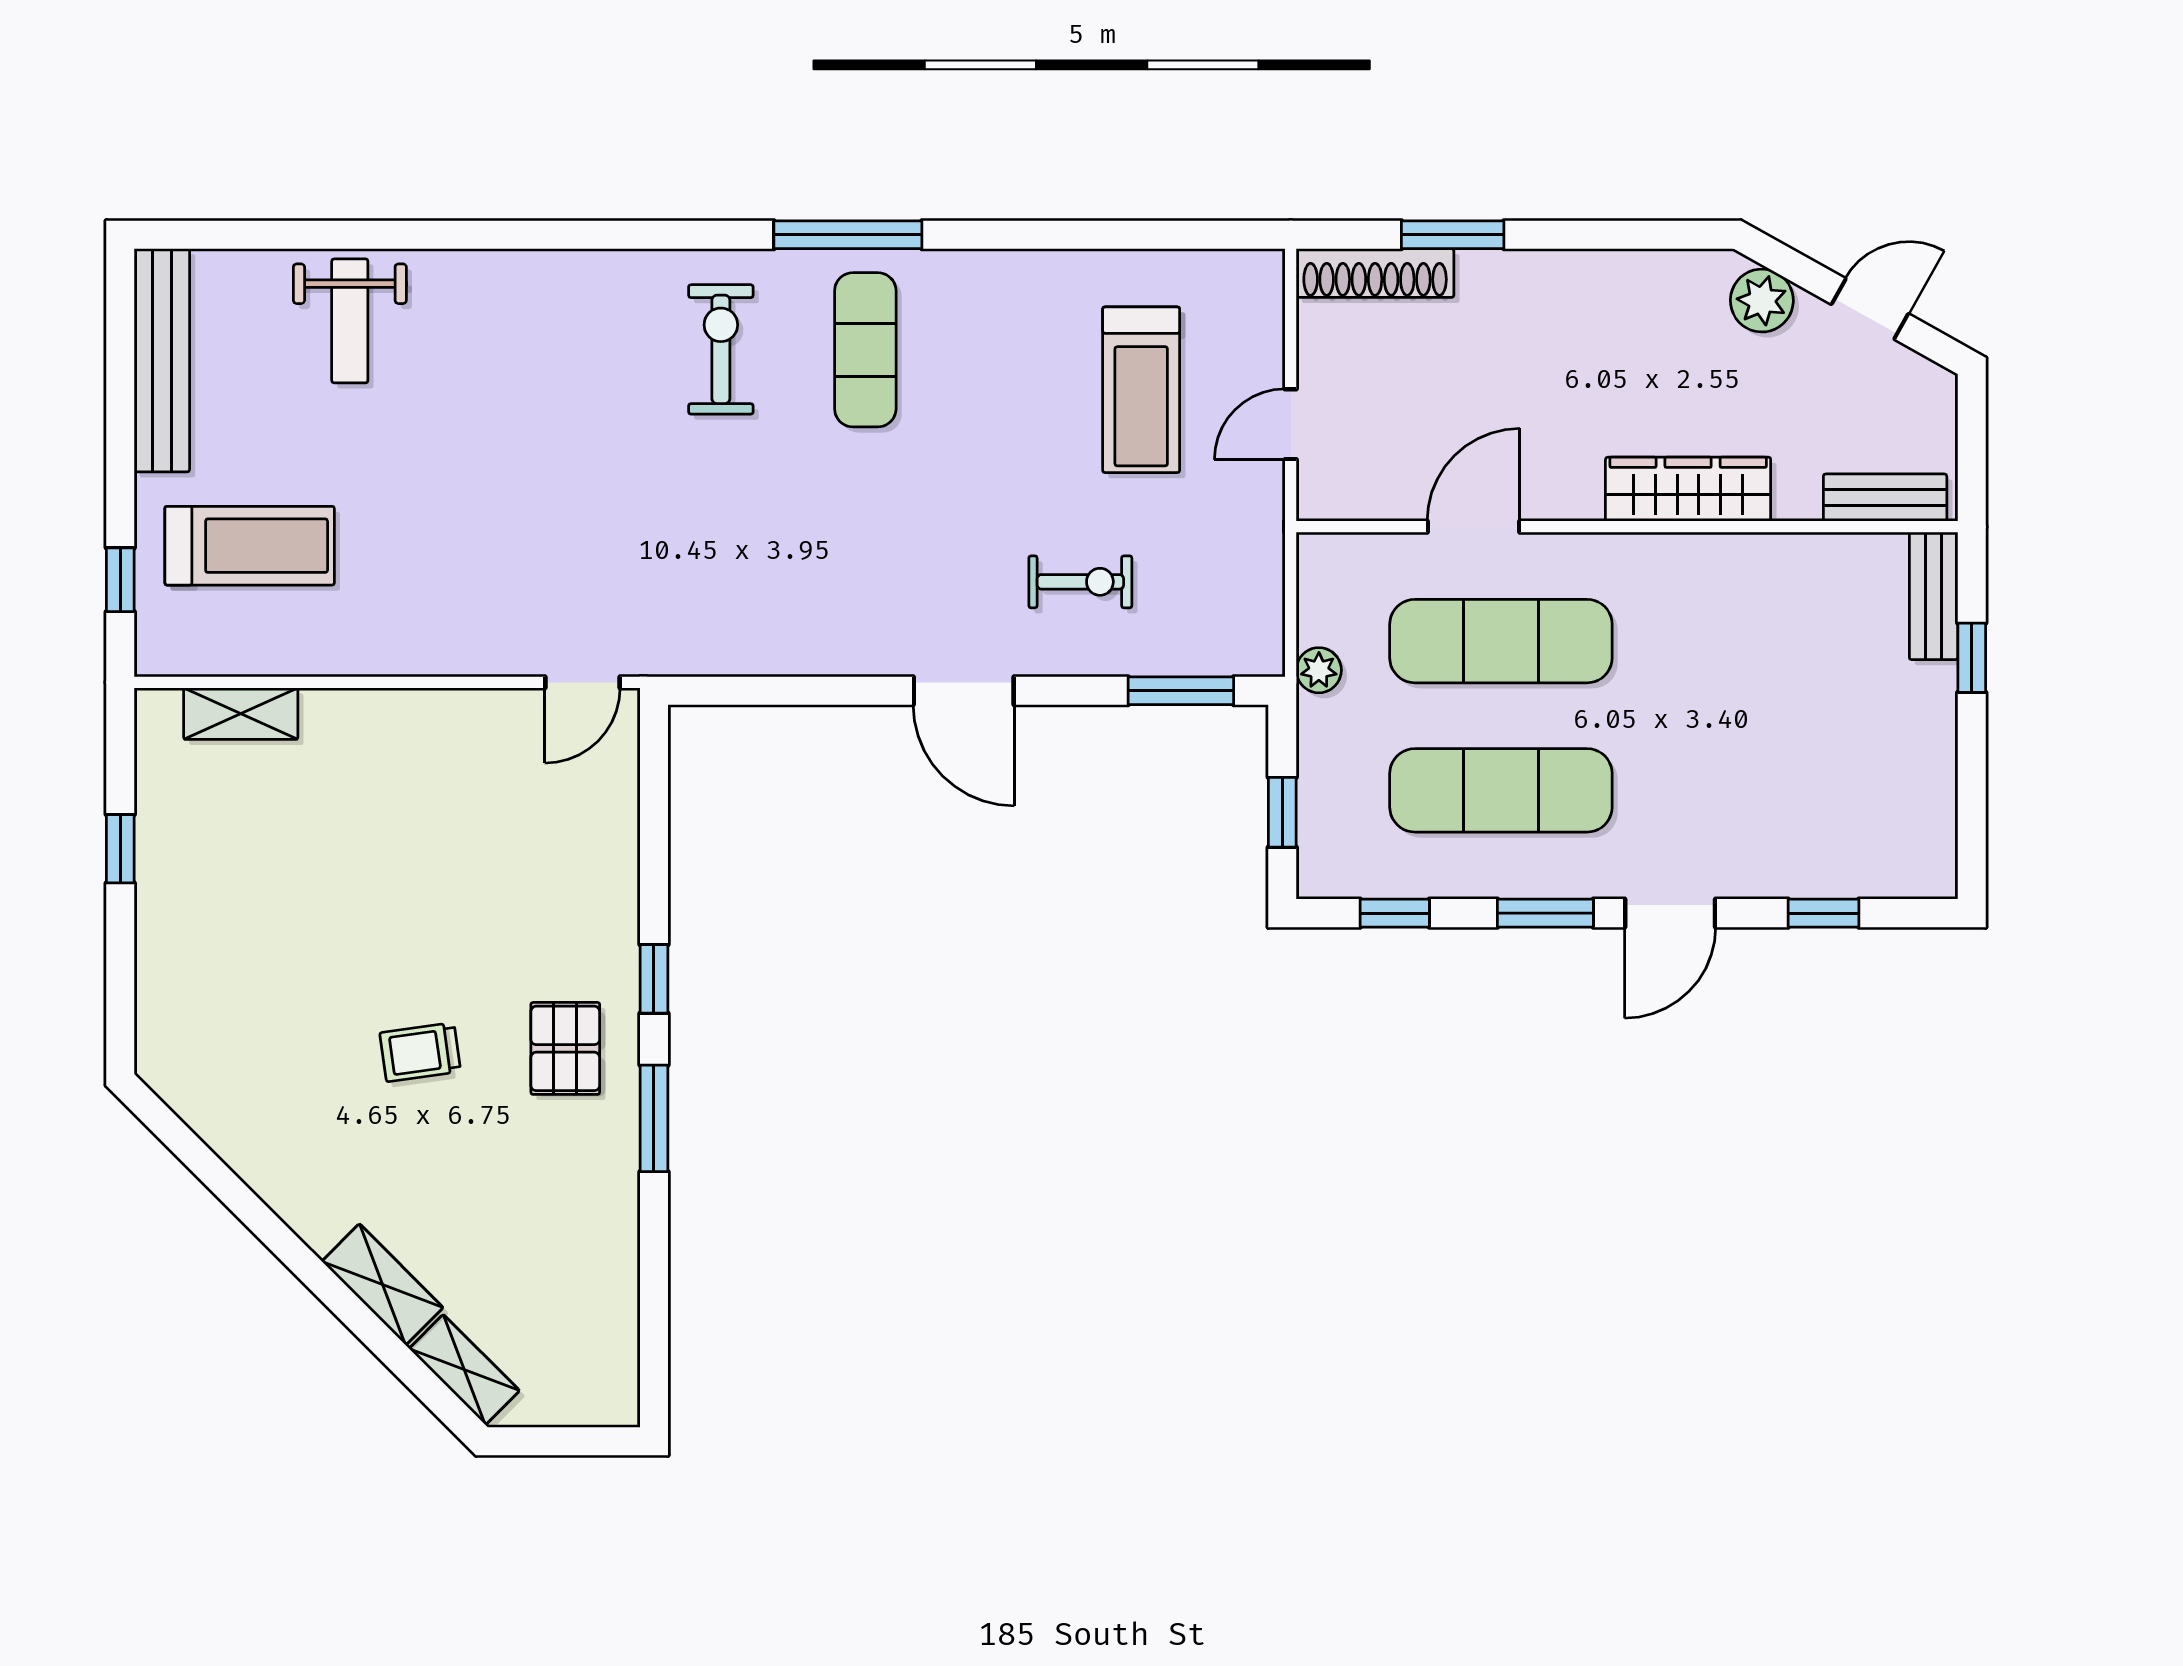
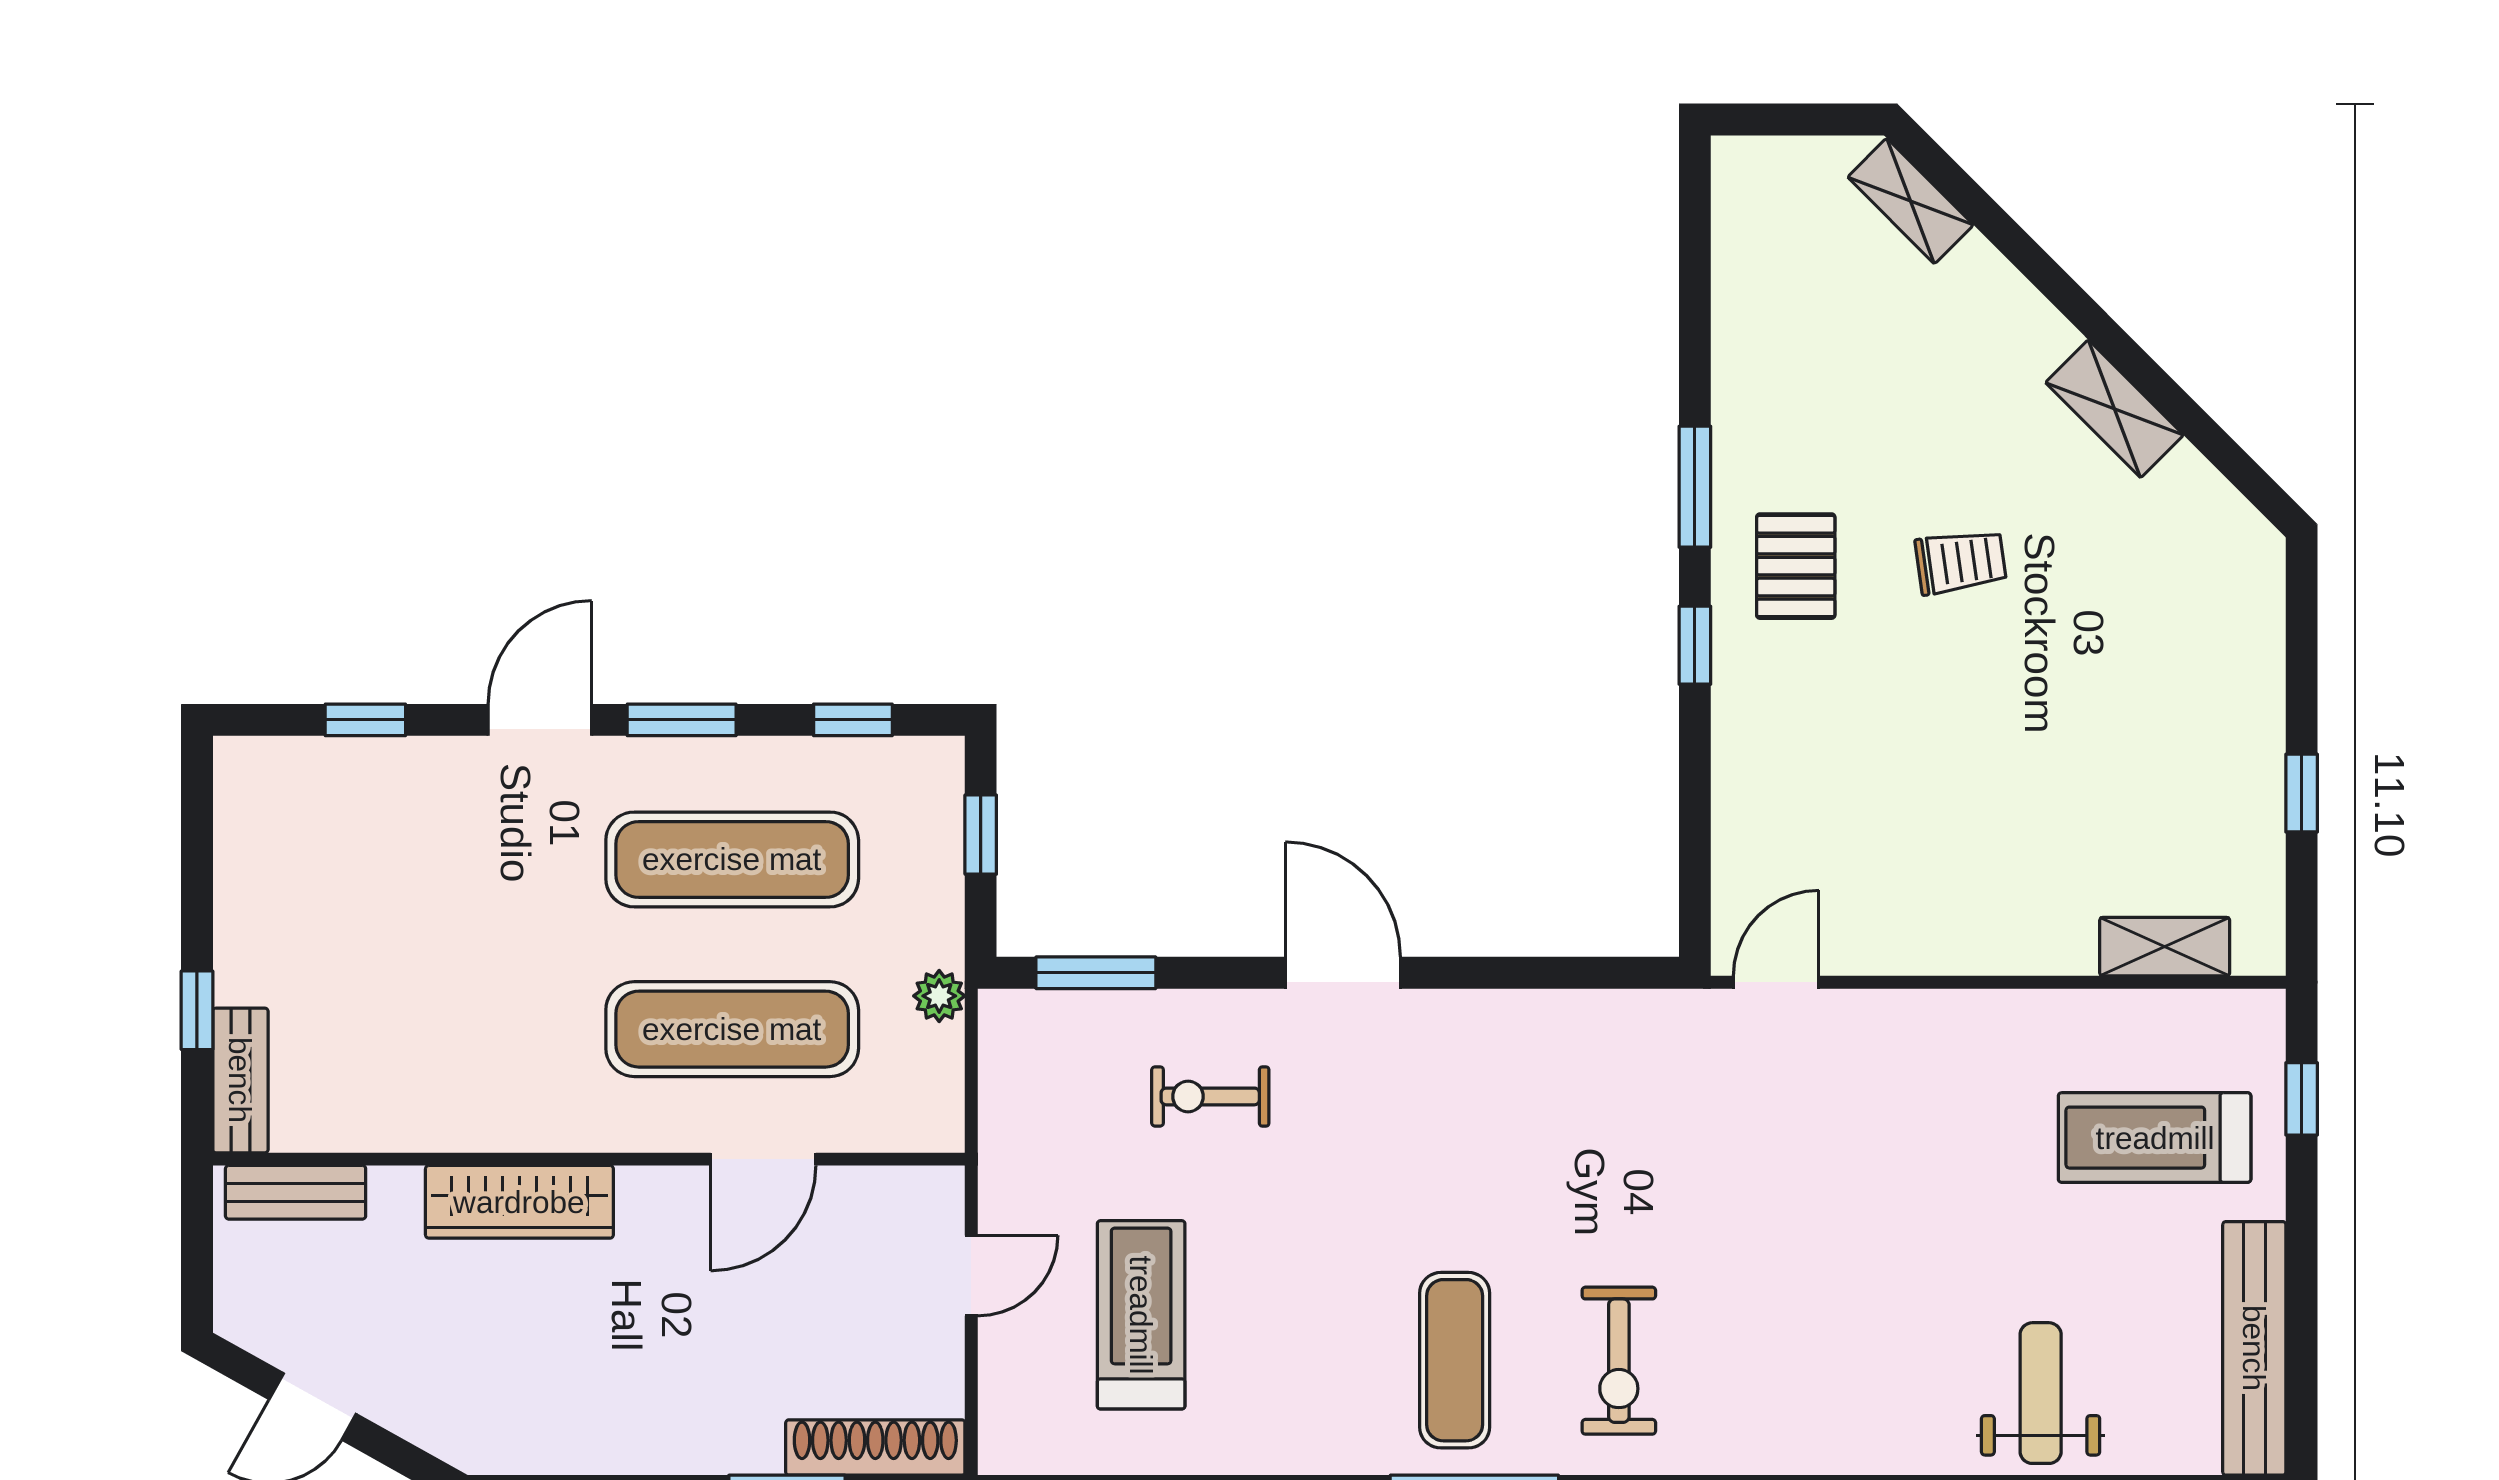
plant: (1762, 301) -> (436, 1416), removed
shelving: (382, 1284) -> (2114, 409), moved

